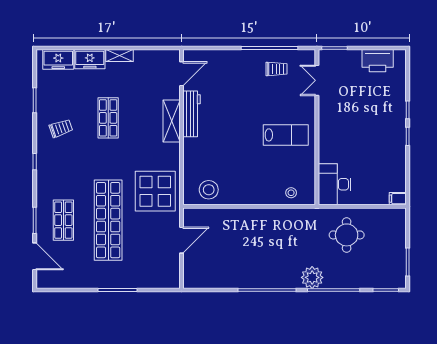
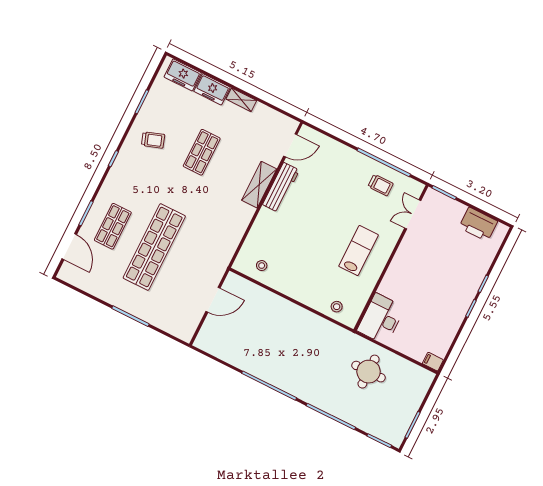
lab bench: (286, 135) -> (359, 251), turned -90
stool: (209, 190) -> (262, 266), width x0.53, depth x0.53
display table: (155, 191) -> (211, 242), removed
plant: (312, 277) -> (317, 395), removed

